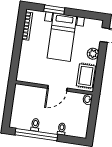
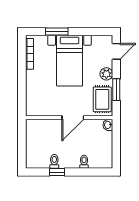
window: (100, 69) -> (116, 90), added
window: (36, 135) -> (57, 172), width x0.32

